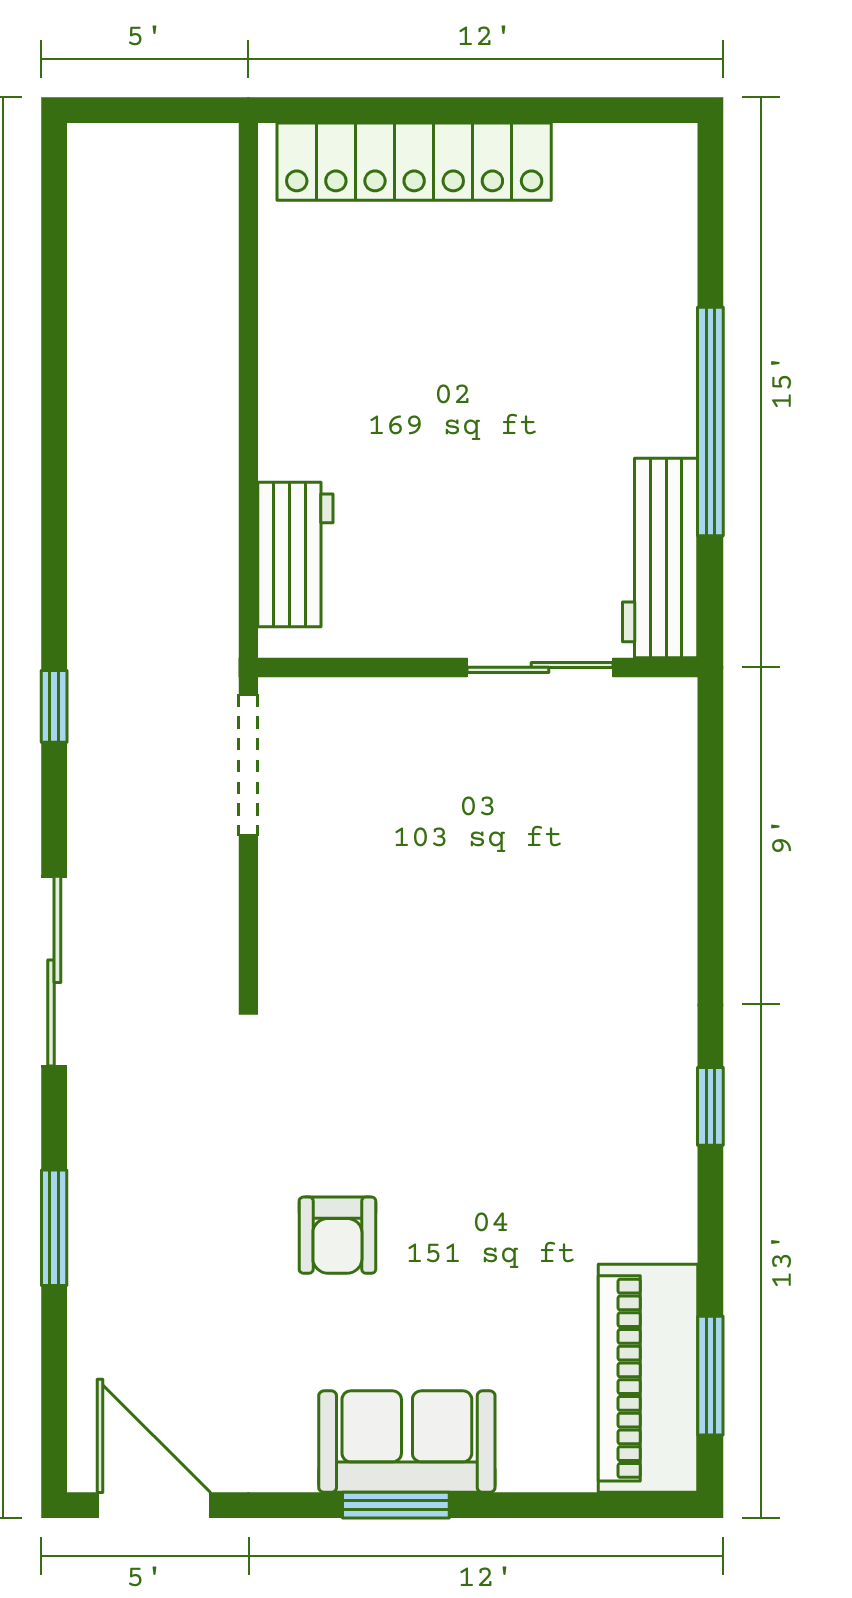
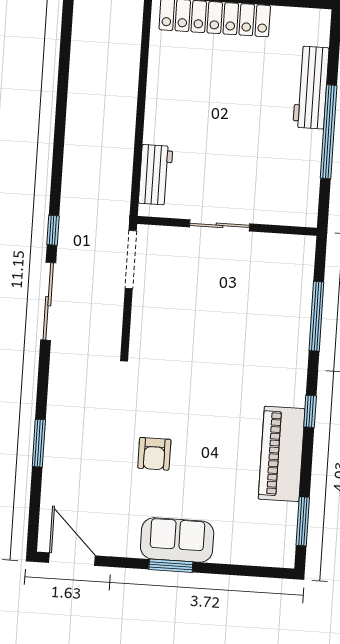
workbench: (660, 558) -> (311, 87), moved
sliding door: (540, 667) -> (220, 225), moved
window: (710, 873) -> (316, 316), added
sliding door: (54, 971) -> (48, 301), moved
piano: (648, 1378) -> (282, 454), moved

